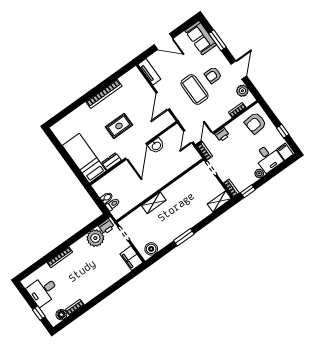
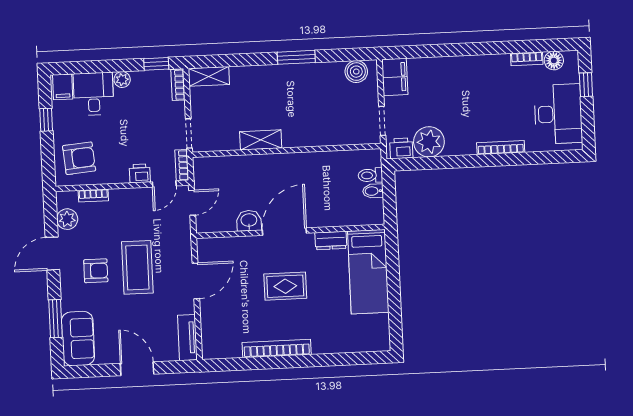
shelving: (154, 203) -> (261, 140), moved
desk: (43, 291) -> (558, 114), width x1.37

